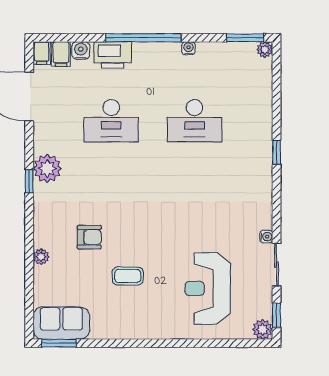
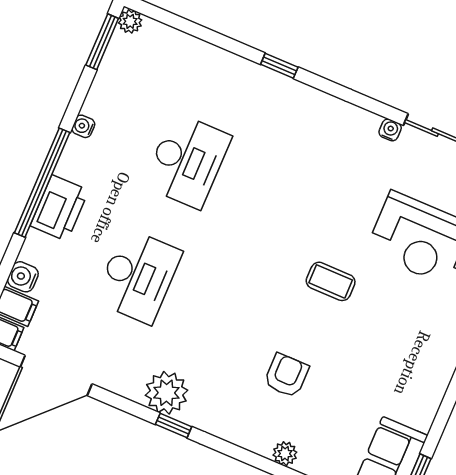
printer: (113, 55) -> (59, 208), moved
coffee table: (128, 276) -> (331, 281), moved, turned 90

